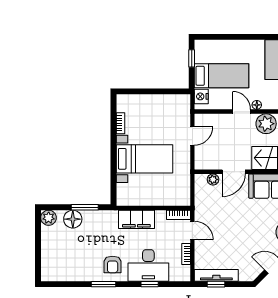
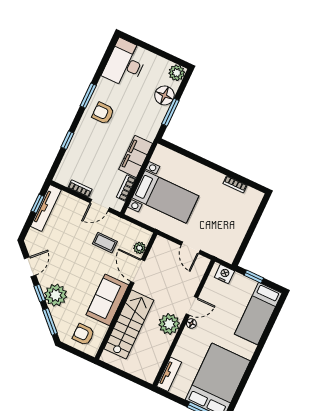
window: (192, 58) -> (254, 277), moved
bed: (222, 76) -> (258, 314), moved
bed with nightstands: (144, 159) -> (165, 197), moved, turned -90
coffee table: (222, 211) -> (105, 243), added
bookcase: (179, 215) -> (126, 188), moved
desk: (148, 265) -> (125, 63), moved

